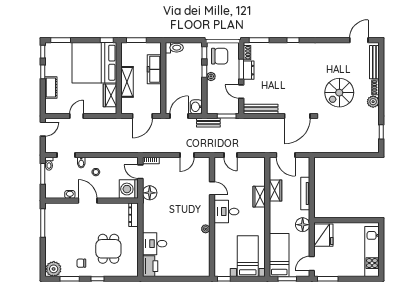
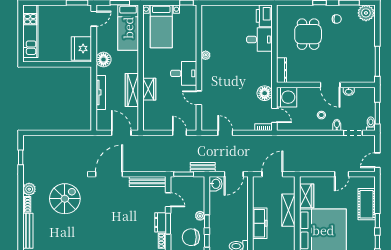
cot: (51, 87) -> (367, 204), width x1.37, depth x1.34
door: (187, 155) -> (225, 133), hinge flipped
wardrobe: (276, 191) -> (132, 90), width x1.50

